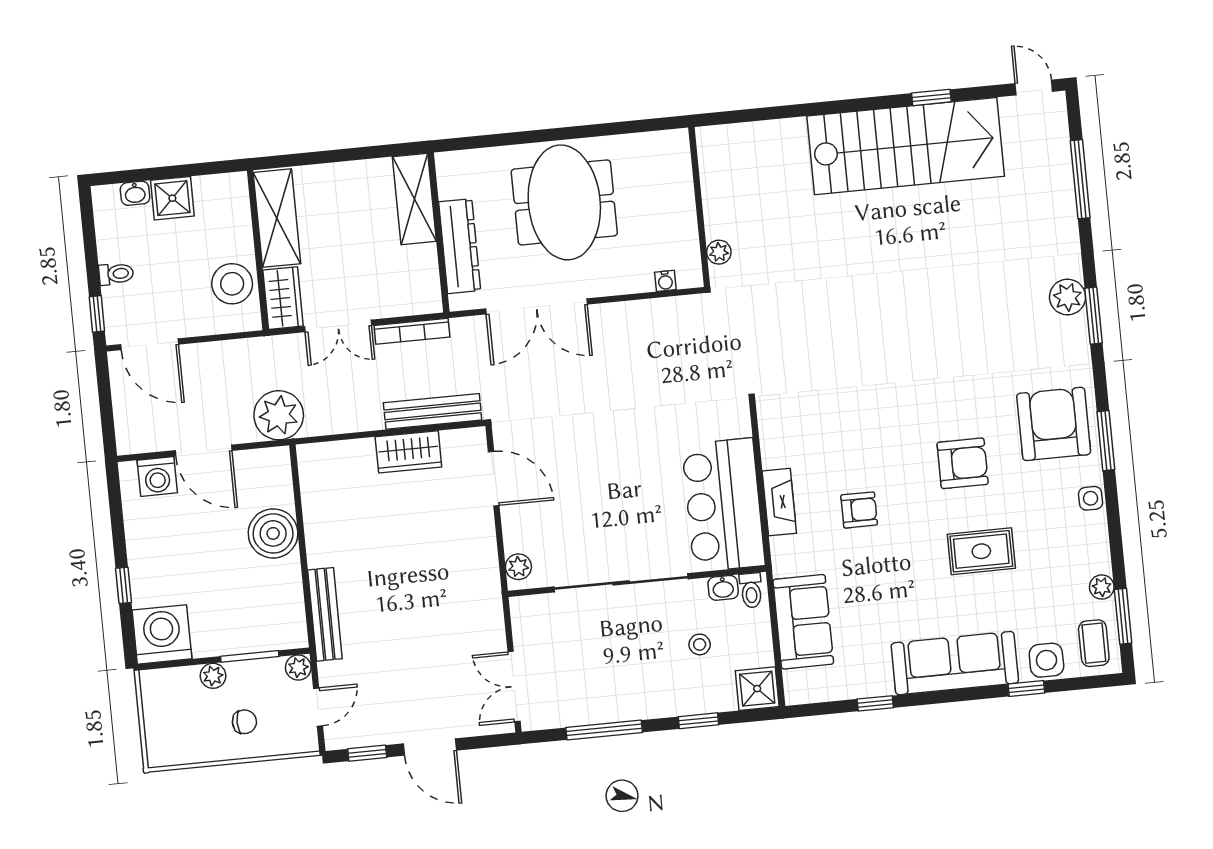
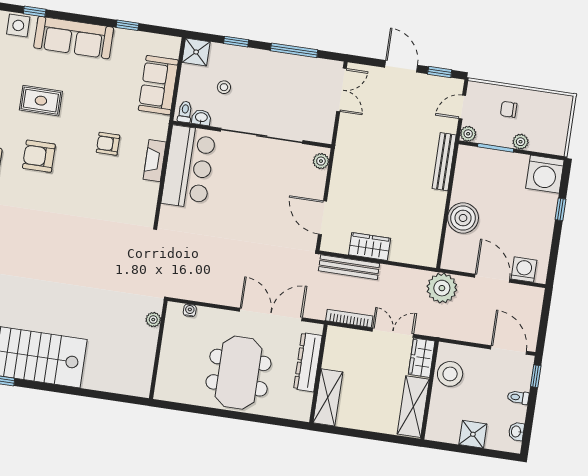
washbasin: (135, 193) -> (516, 432), moved, turned -90

